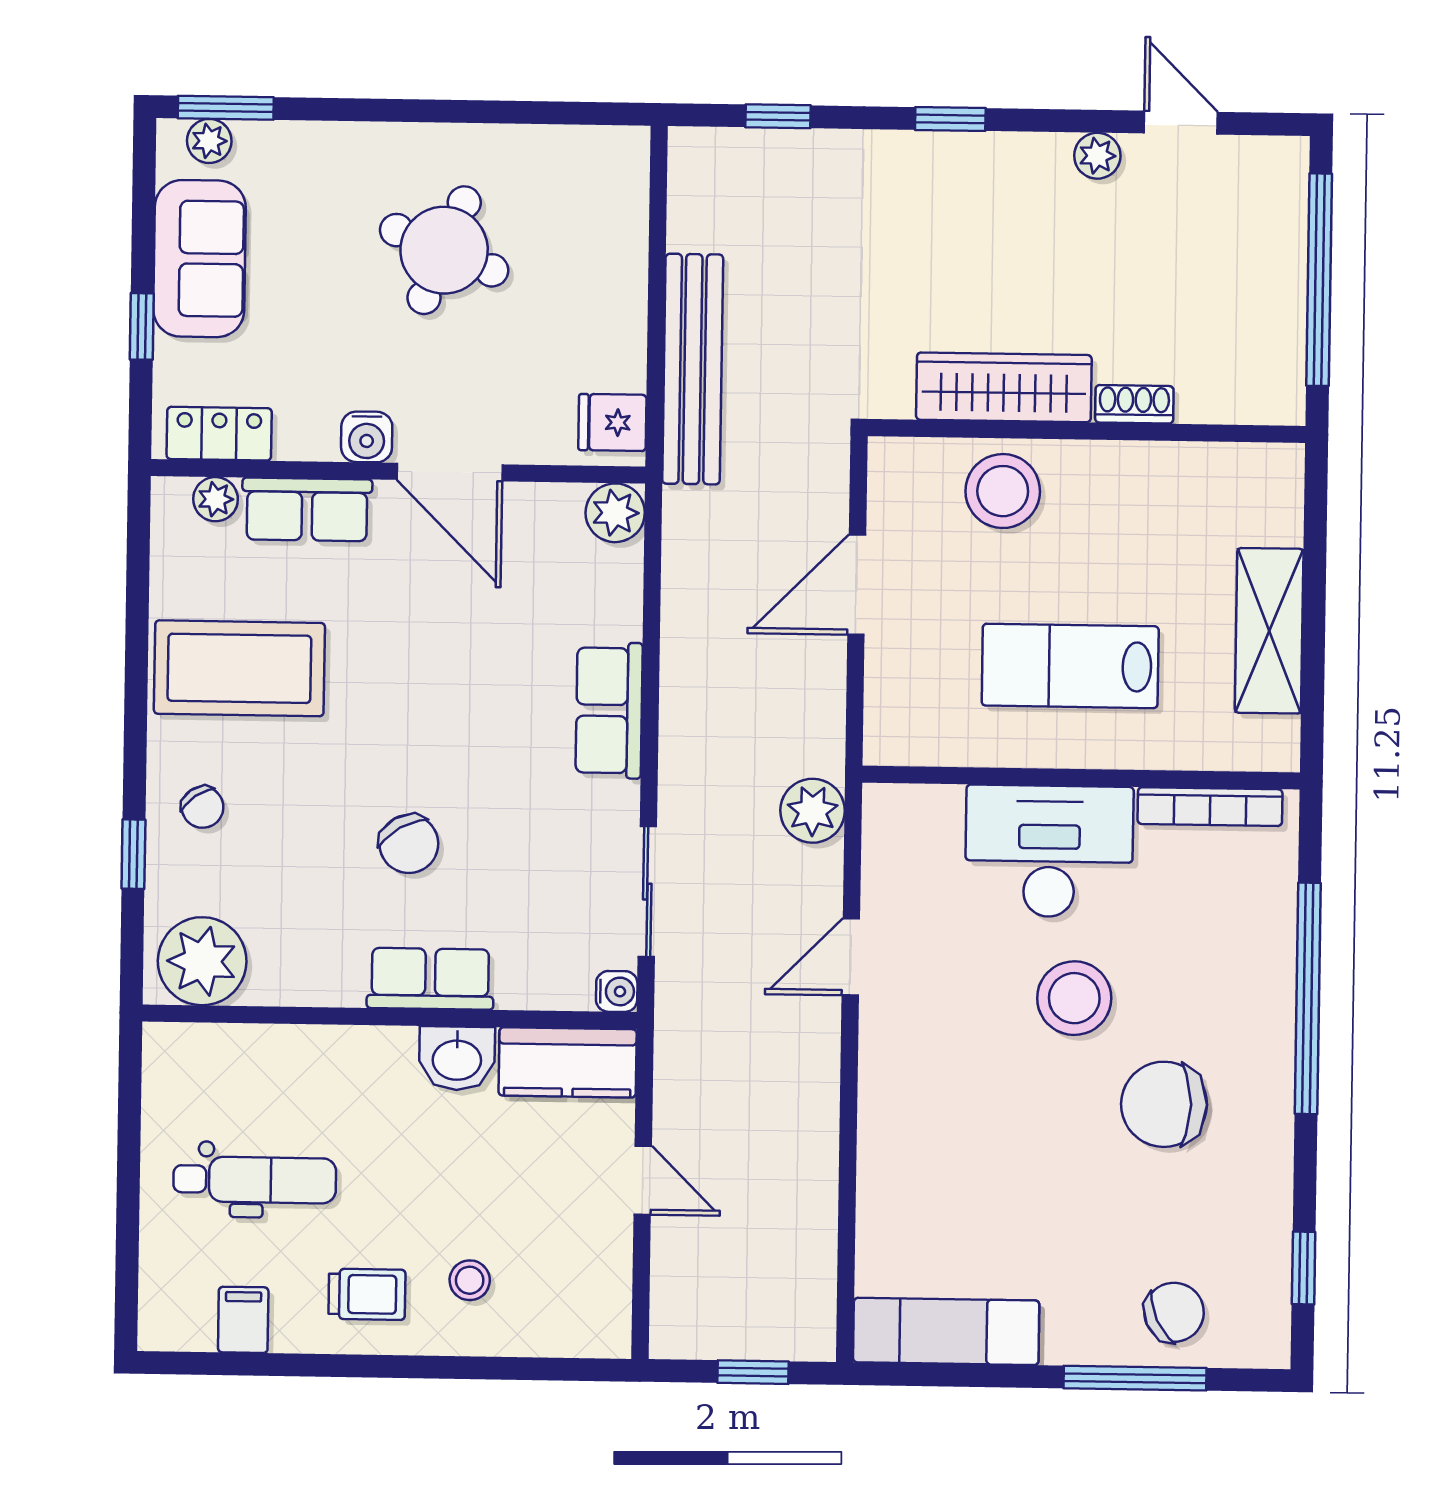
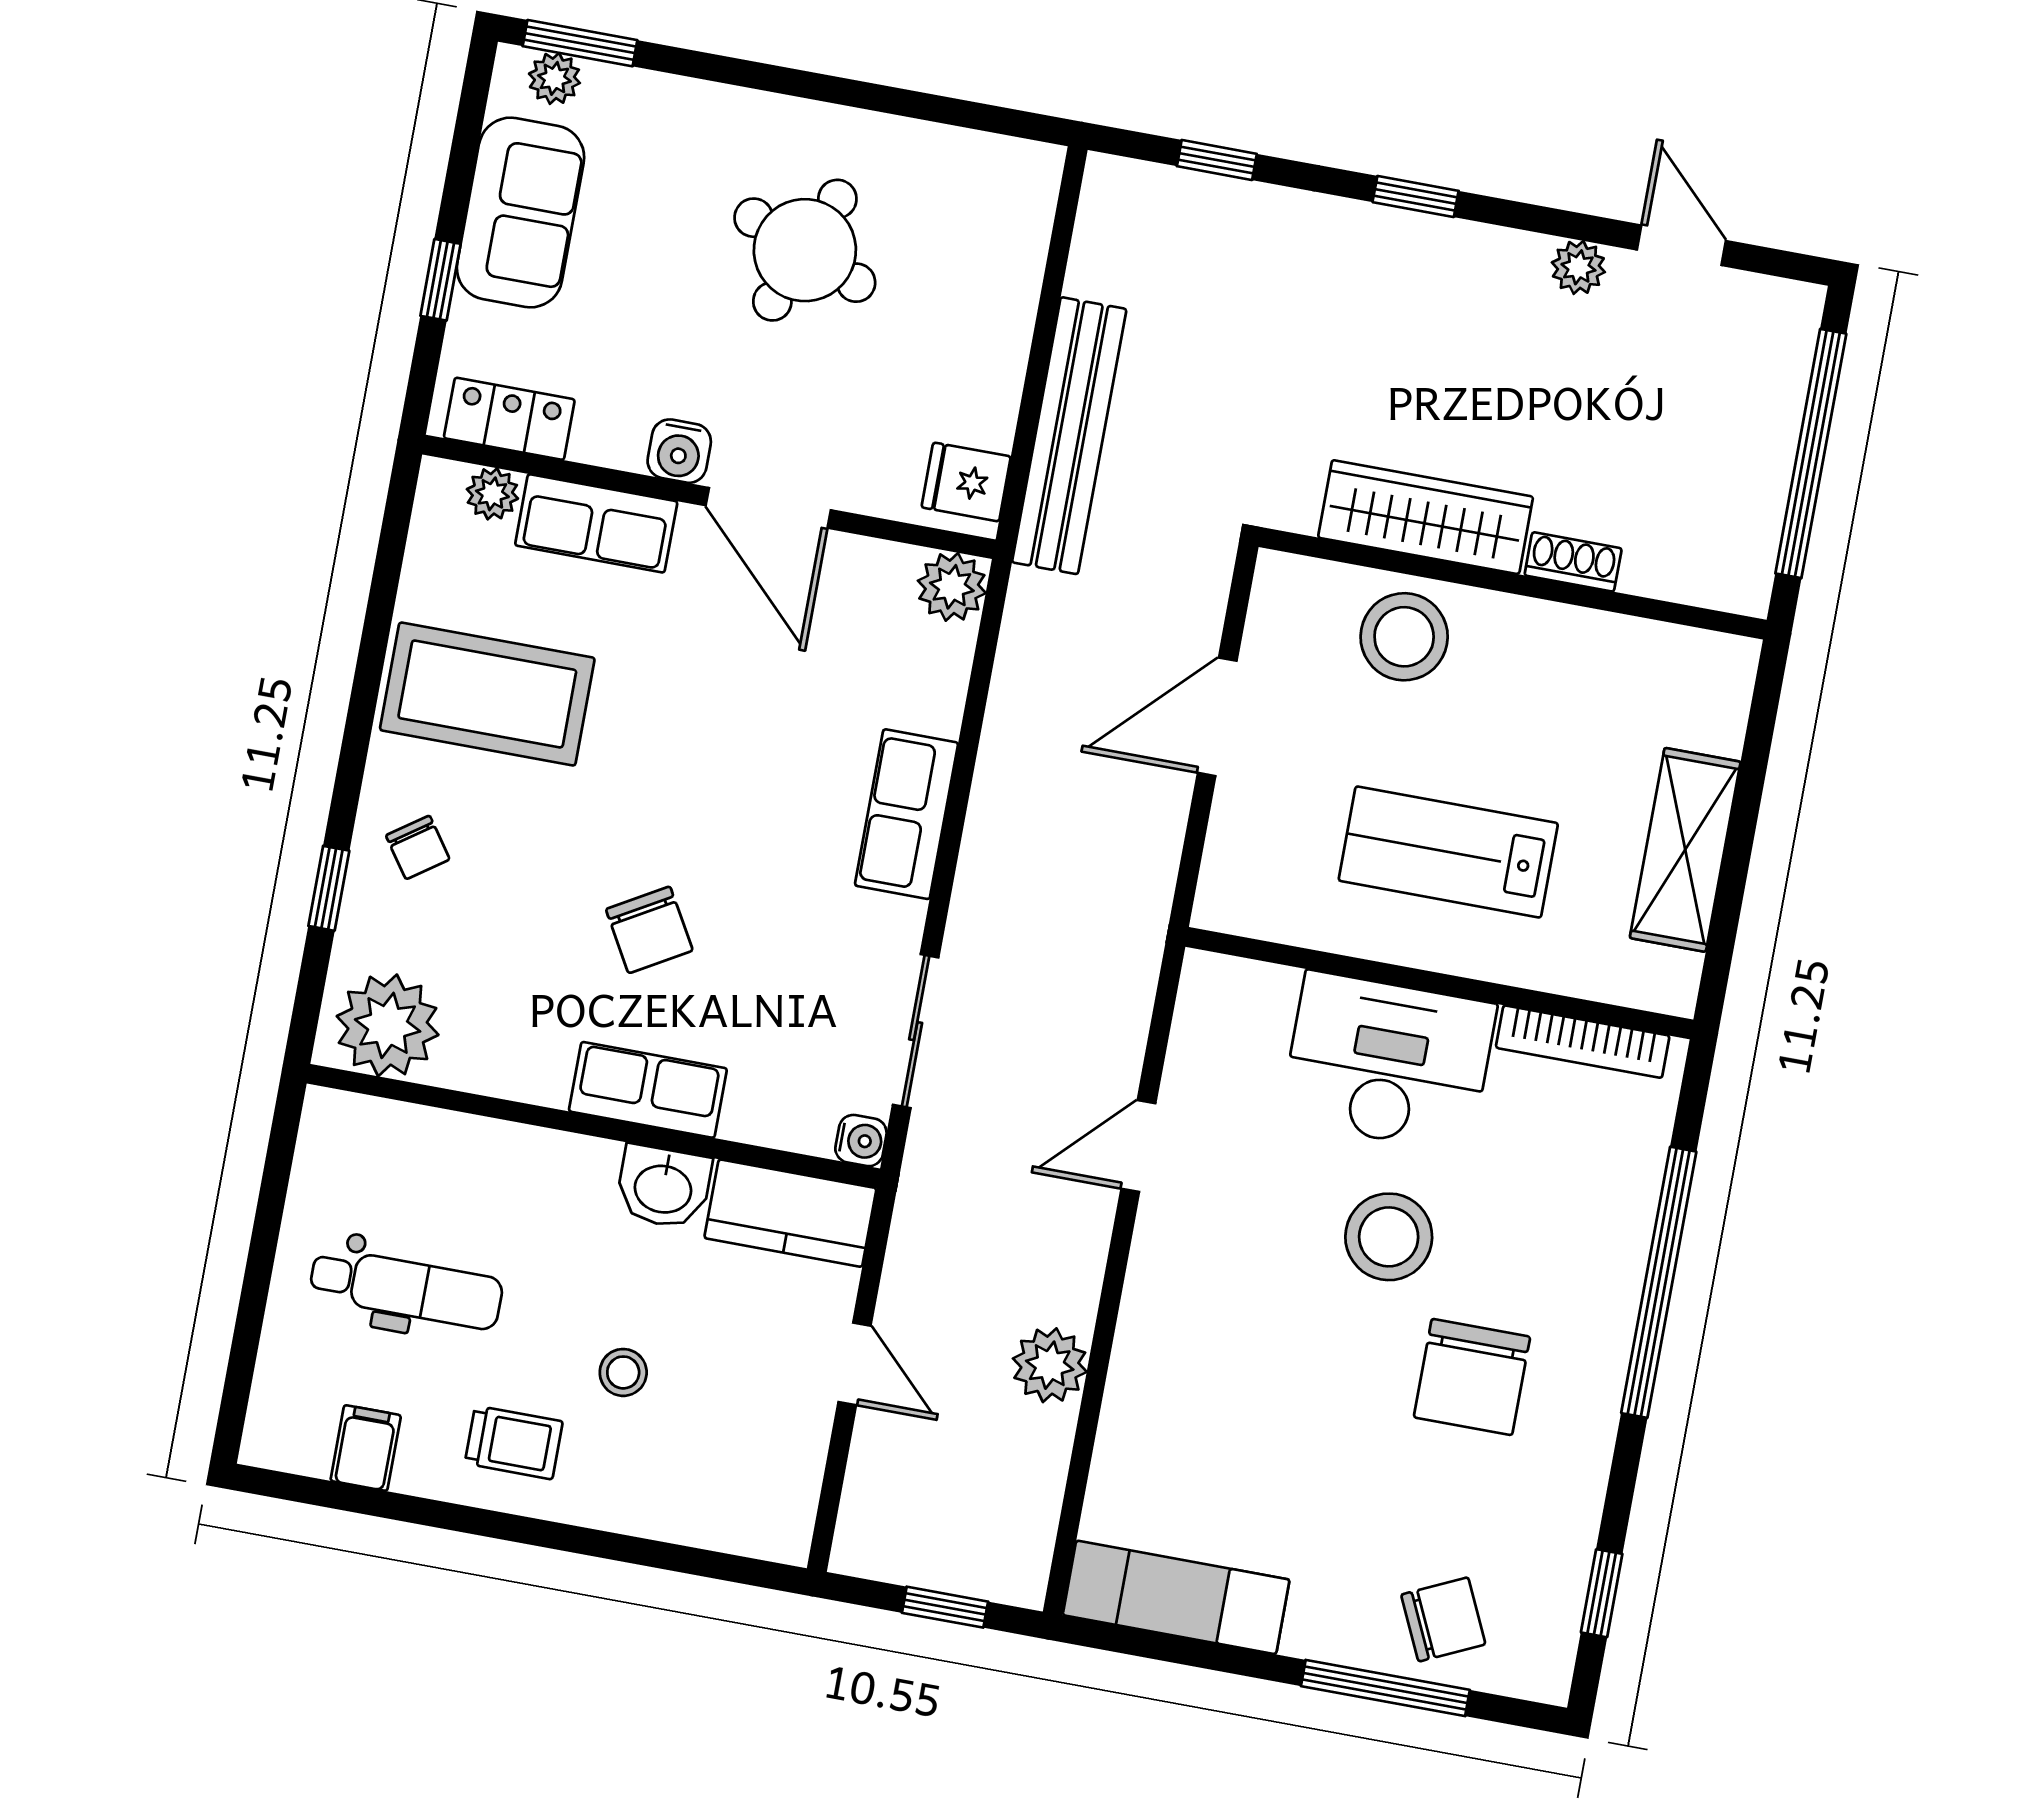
plant: (813, 811) -> (1050, 1365), moved
chair: (1164, 1104) -> (1472, 1377), turned -90
stool: (470, 1280) -> (623, 1372), moved

